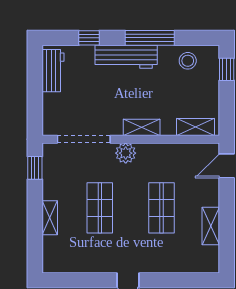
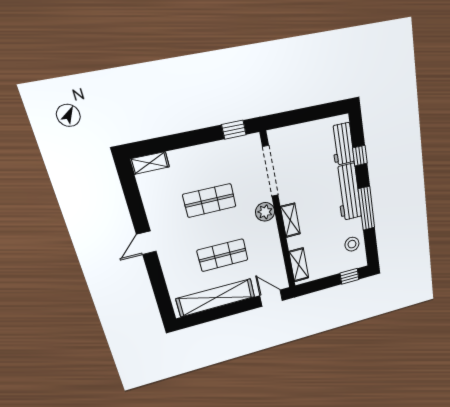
workbench: (53, 71) -> (342, 144), moved, turned 90
shelving: (50, 218) -> (150, 163), moved
shelving: (211, 226) -> (216, 298), width x2.20, depth x1.33

